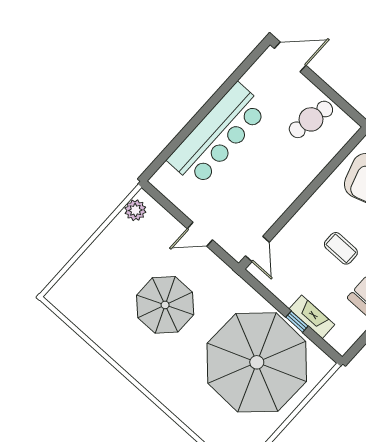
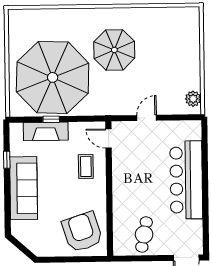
coffee table: (341, 248) -> (86, 167), moved, turned 90
parasol: (165, 305) -> (114, 50), moved
fireplace: (312, 317) -> (46, 131), width x1.37, depth x1.32

